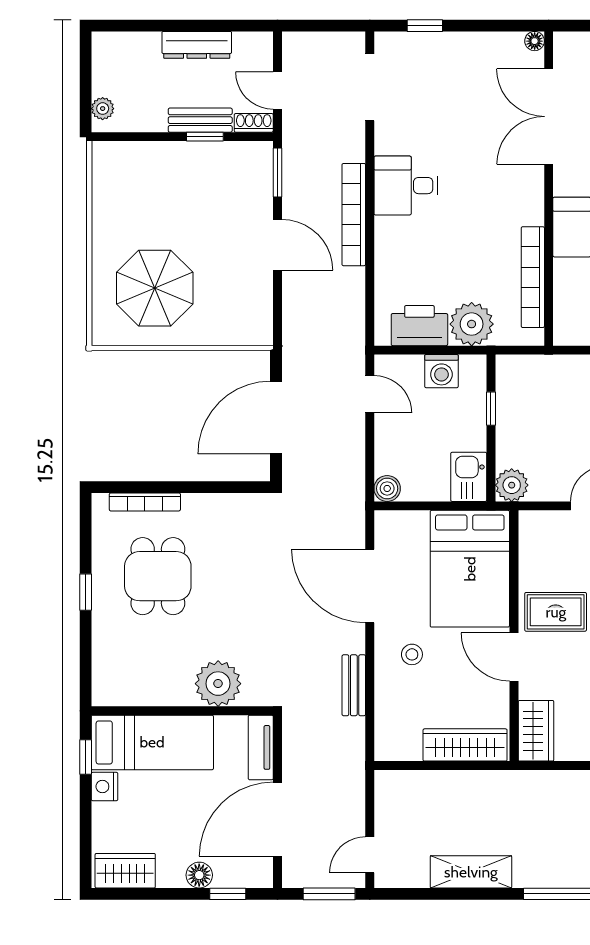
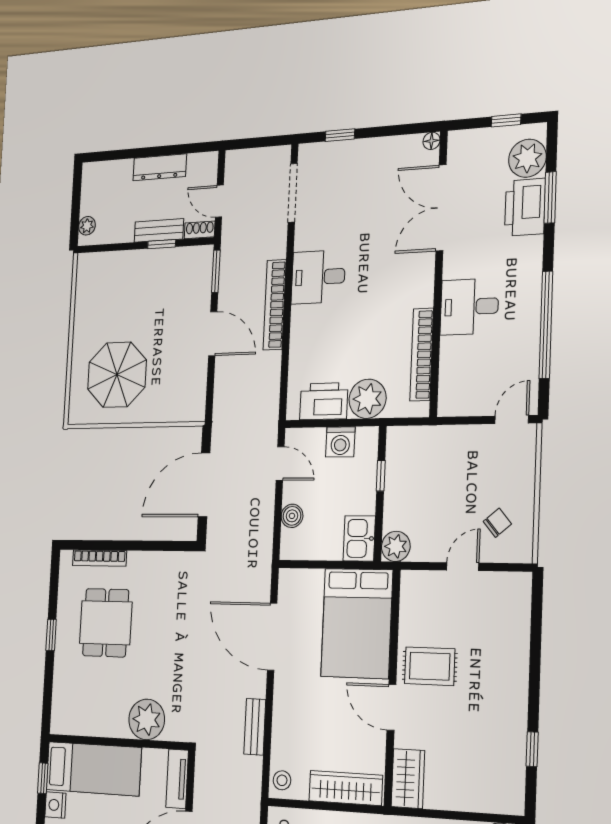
boiler: (387, 488) -> (292, 516), moved
stool: (412, 654) -> (282, 780), moved

